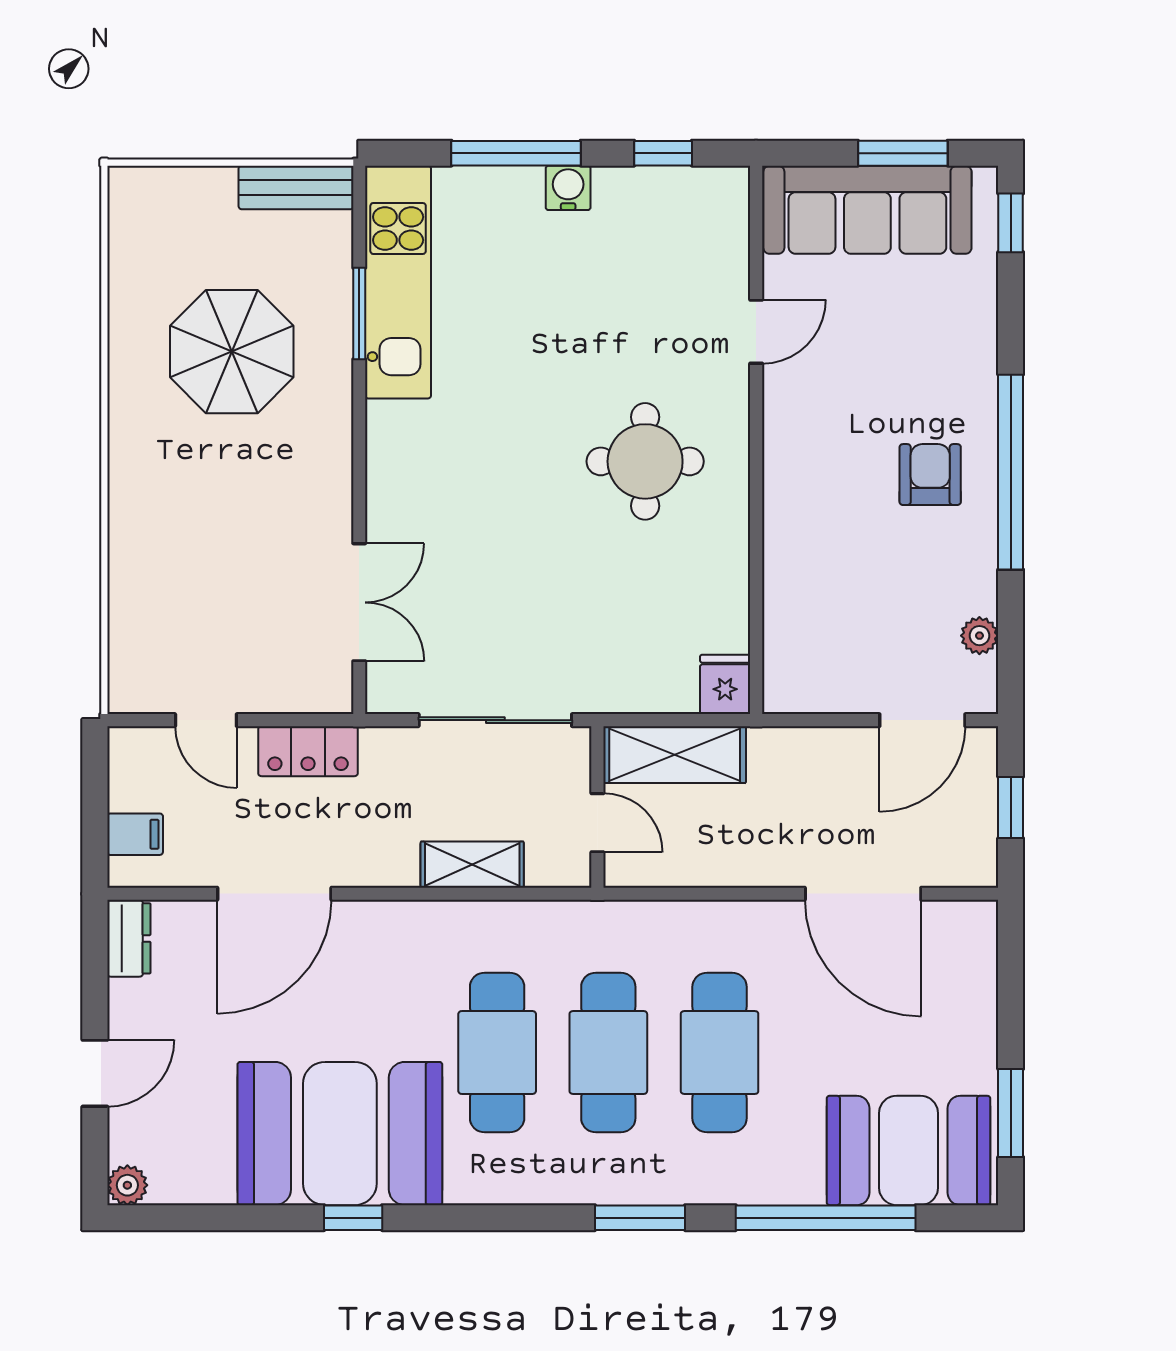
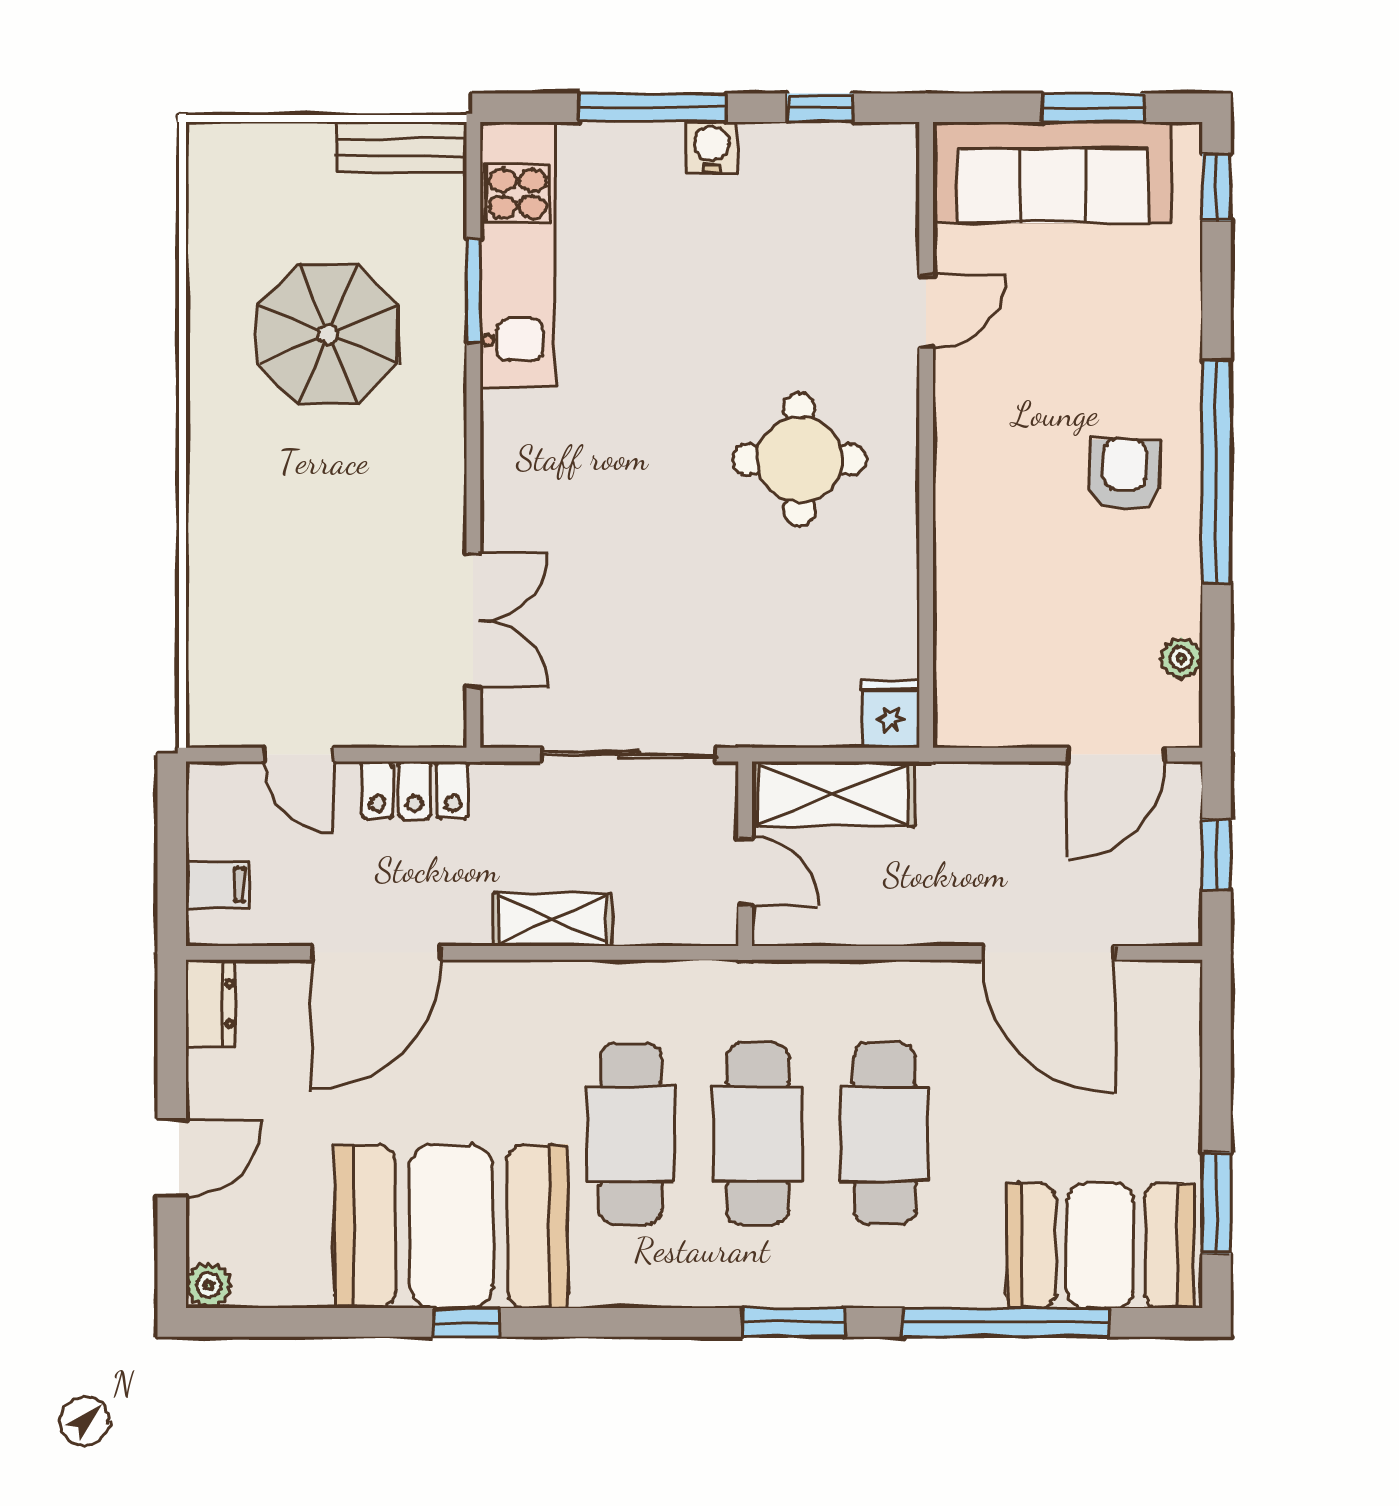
shelving: (472, 865) -> (553, 920), moved

